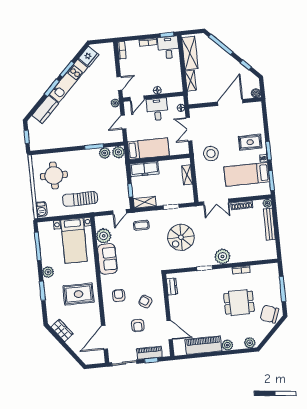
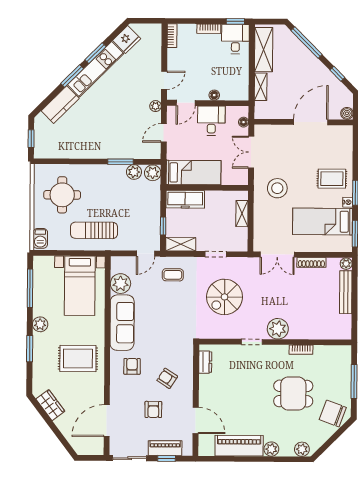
sofa: (107, 259) -> (122, 323), width x1.36

